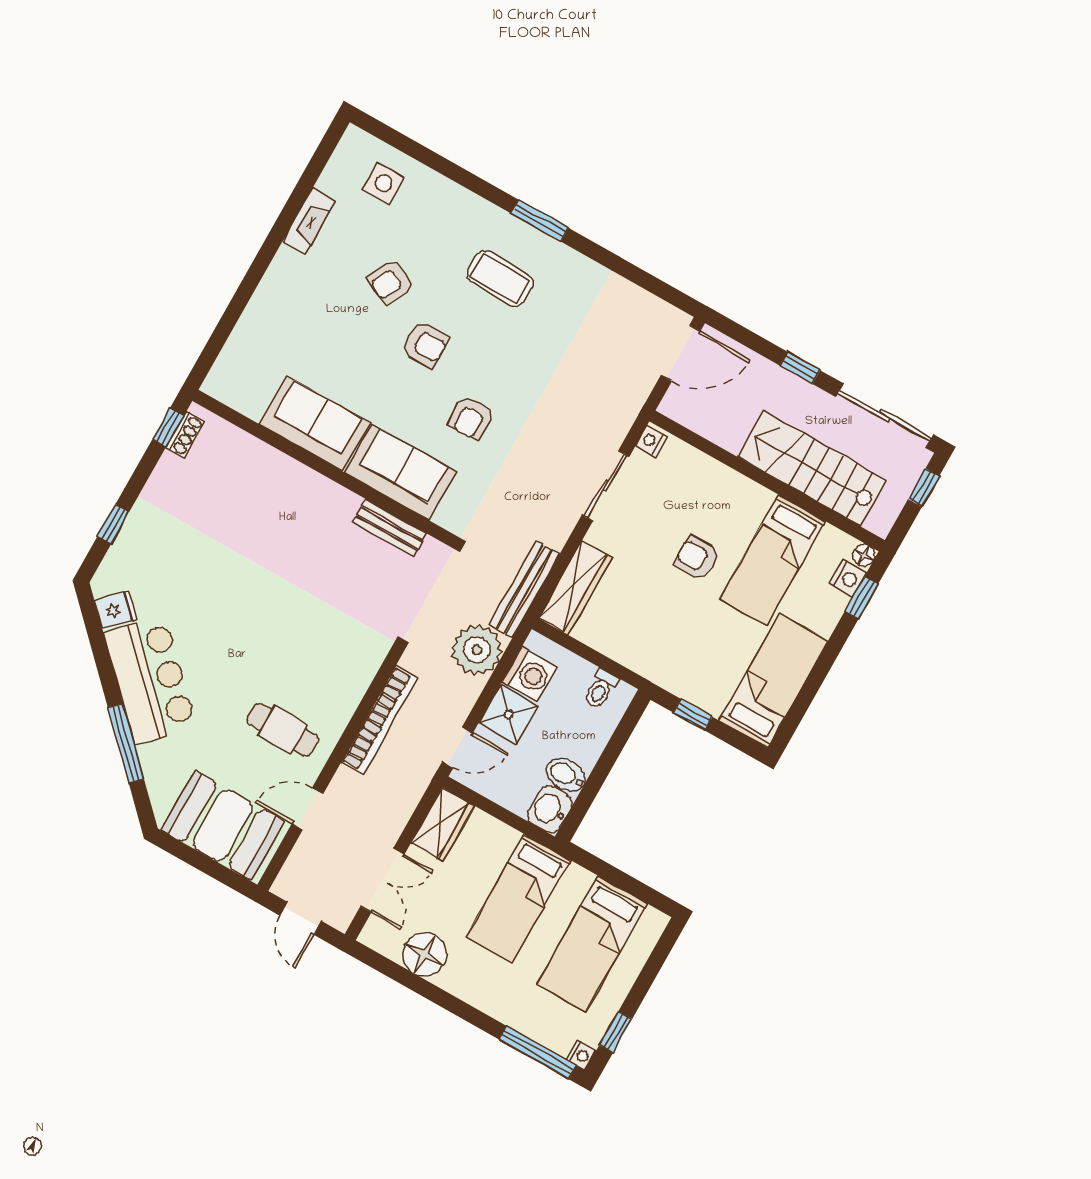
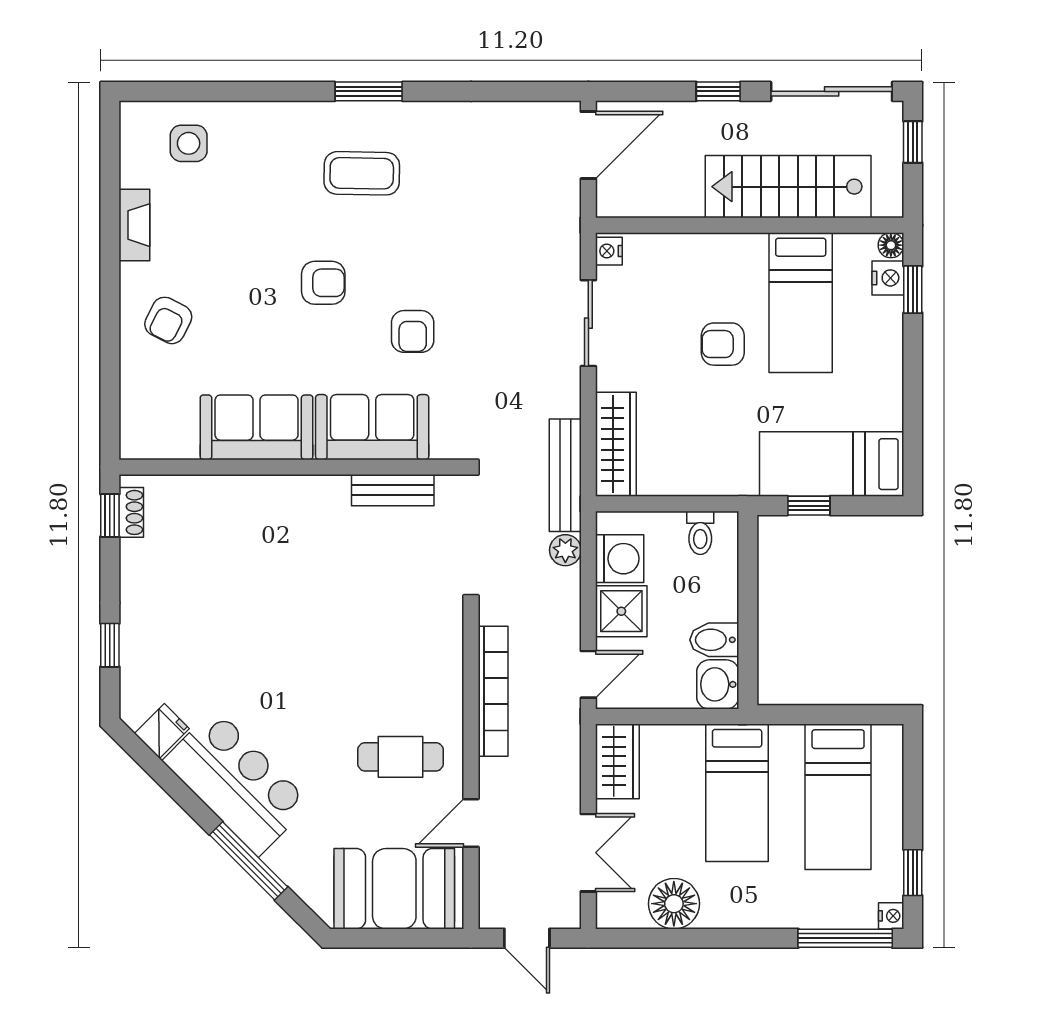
armchair: (391, 282) -> (168, 320), moved
plant: (477, 650) -> (565, 550), width x0.53, depth x0.53
bed: (774, 681) -> (832, 464), moved, turned -90

